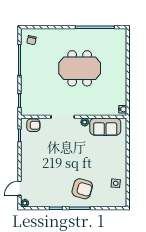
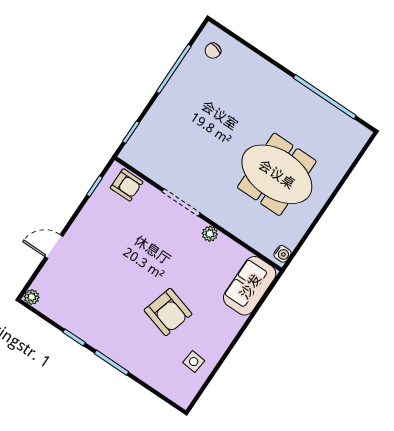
meeting table: (80, 68) -> (277, 174), moved
sofa: (105, 127) -> (250, 286), moved, turned 90
door: (20, 188) -> (54, 247), moved
armchair: (82, 189) -> (168, 312), moved

